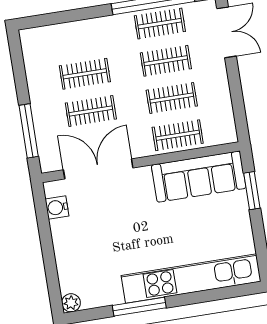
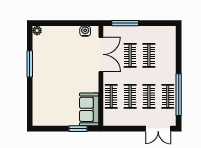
sofa: (199, 177) -> (89, 109), width x0.73
kitchen unit: (191, 279) -> (40, 92), removed

